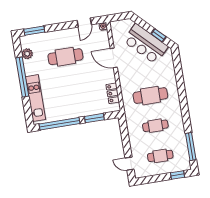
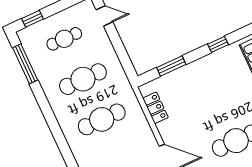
window: (59, 124) -> (218, 44), width x0.32
cafe table: (155, 126) -> (83, 79), width x1.37, depth x1.35

